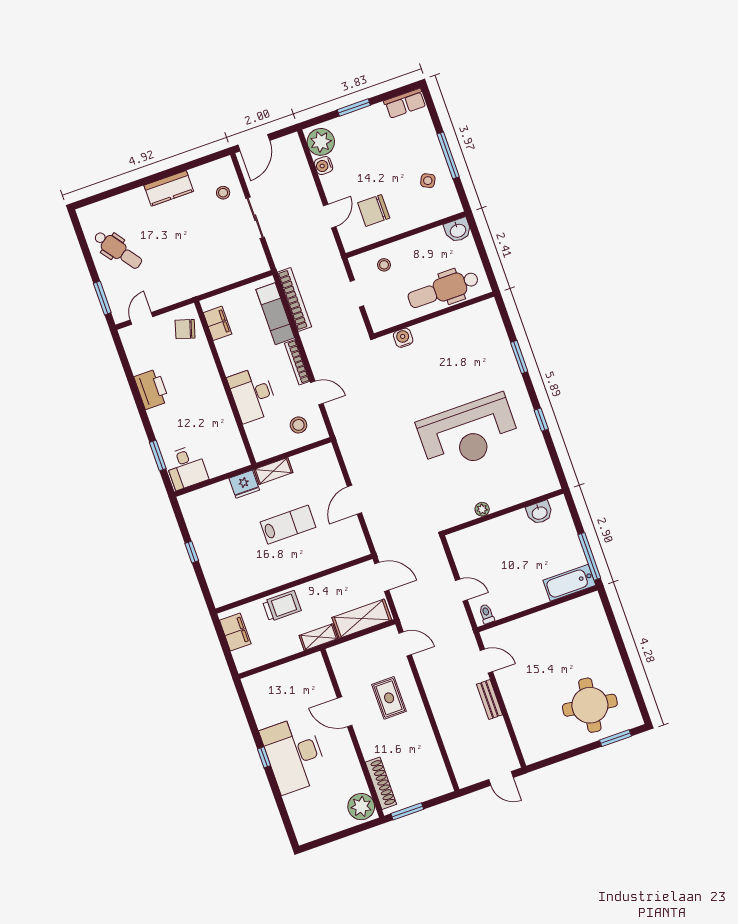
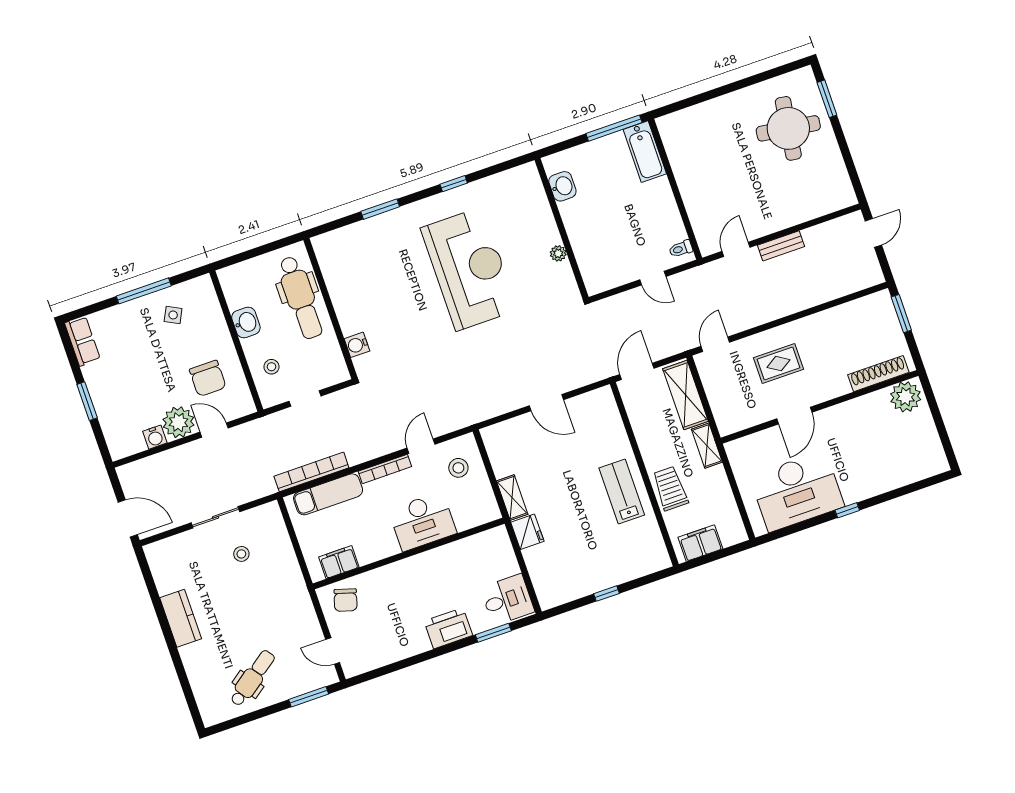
plant: (321, 142) -> (178, 422), moved
stool: (223, 193) -> (241, 554), moved
washbasin: (458, 230) -> (246, 322), moved
printer: (152, 389) -> (448, 628), moved
lab bench: (288, 525) -> (622, 492), moved
door: (461, 590) -> (653, 278), swing flipped
desk: (294, 755) -> (797, 491), moved
window: (407, 811) -> (901, 314), moved

